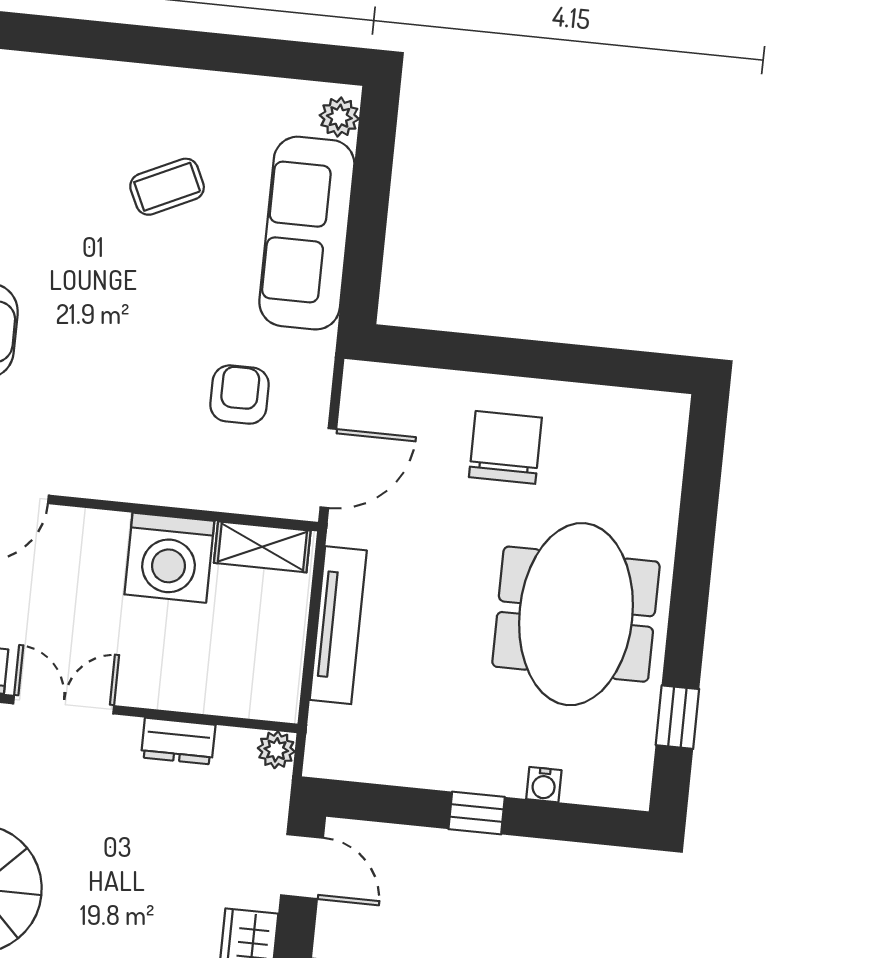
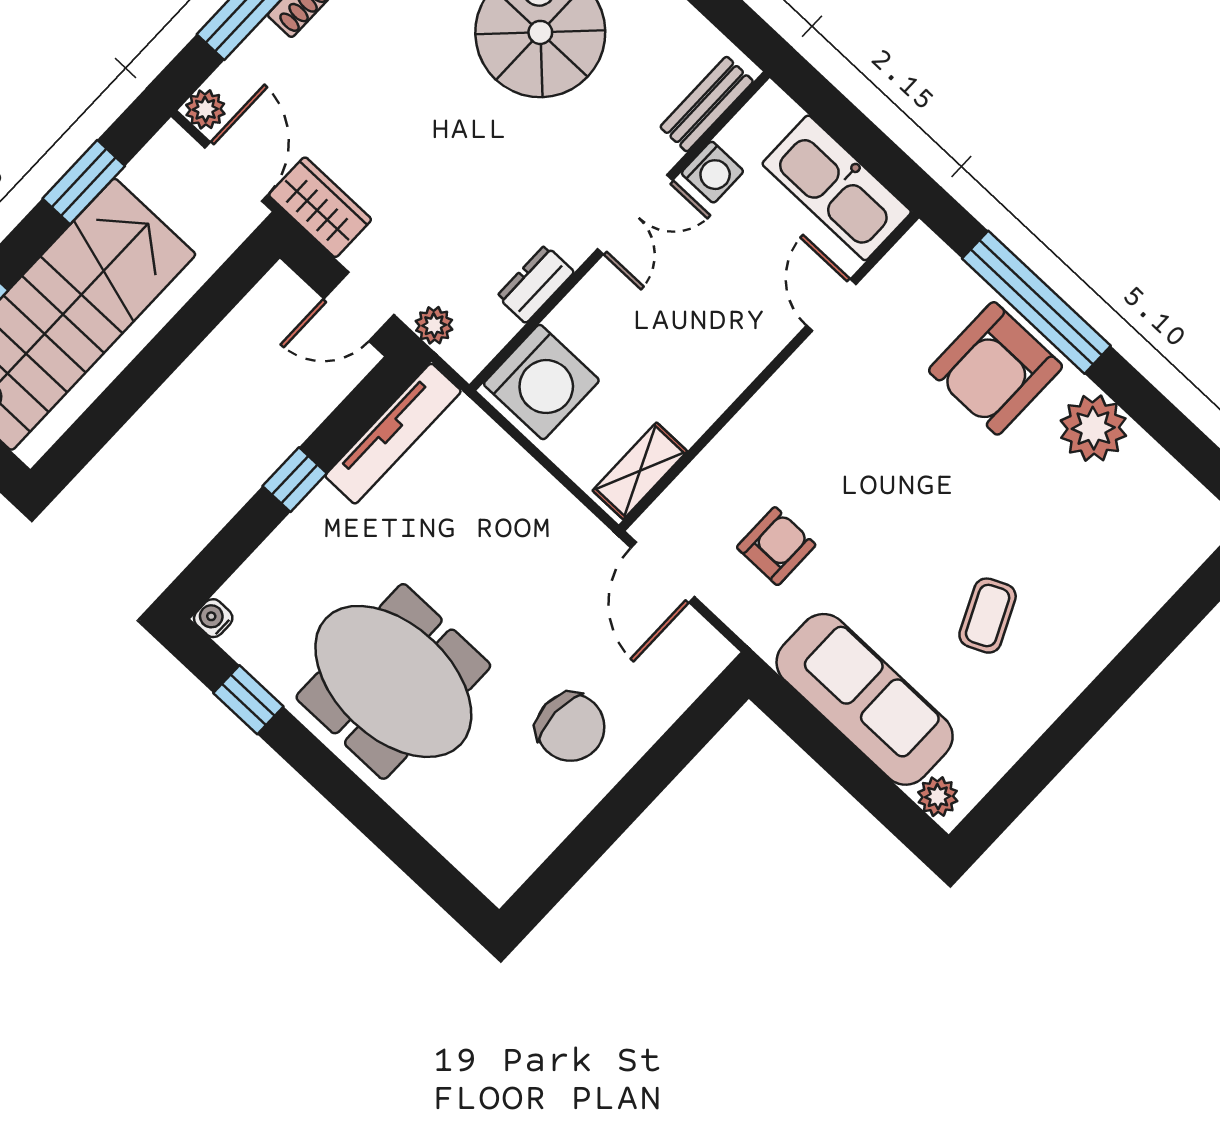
armchair: (240, 395) -> (776, 546), turned -90
washing machine: (169, 558) -> (541, 382), moved, turned 180
tv unit: (338, 625) -> (393, 434), moved, turned -90
plant: (276, 750) -> (434, 325), moved
water cooler: (544, 785) -> (213, 618), moved

